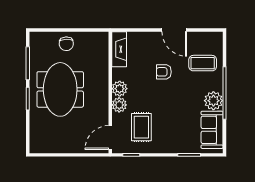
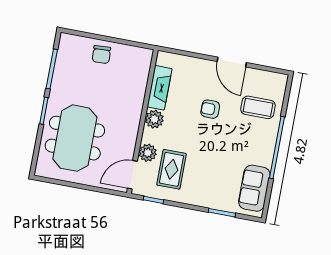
fireplace: (119, 49) -> (160, 88), moved
meeting table: (60, 89) -> (75, 138), moved
plant: (213, 101) -> (262, 154), removed
plant: (119, 105) -> (148, 153), moved

